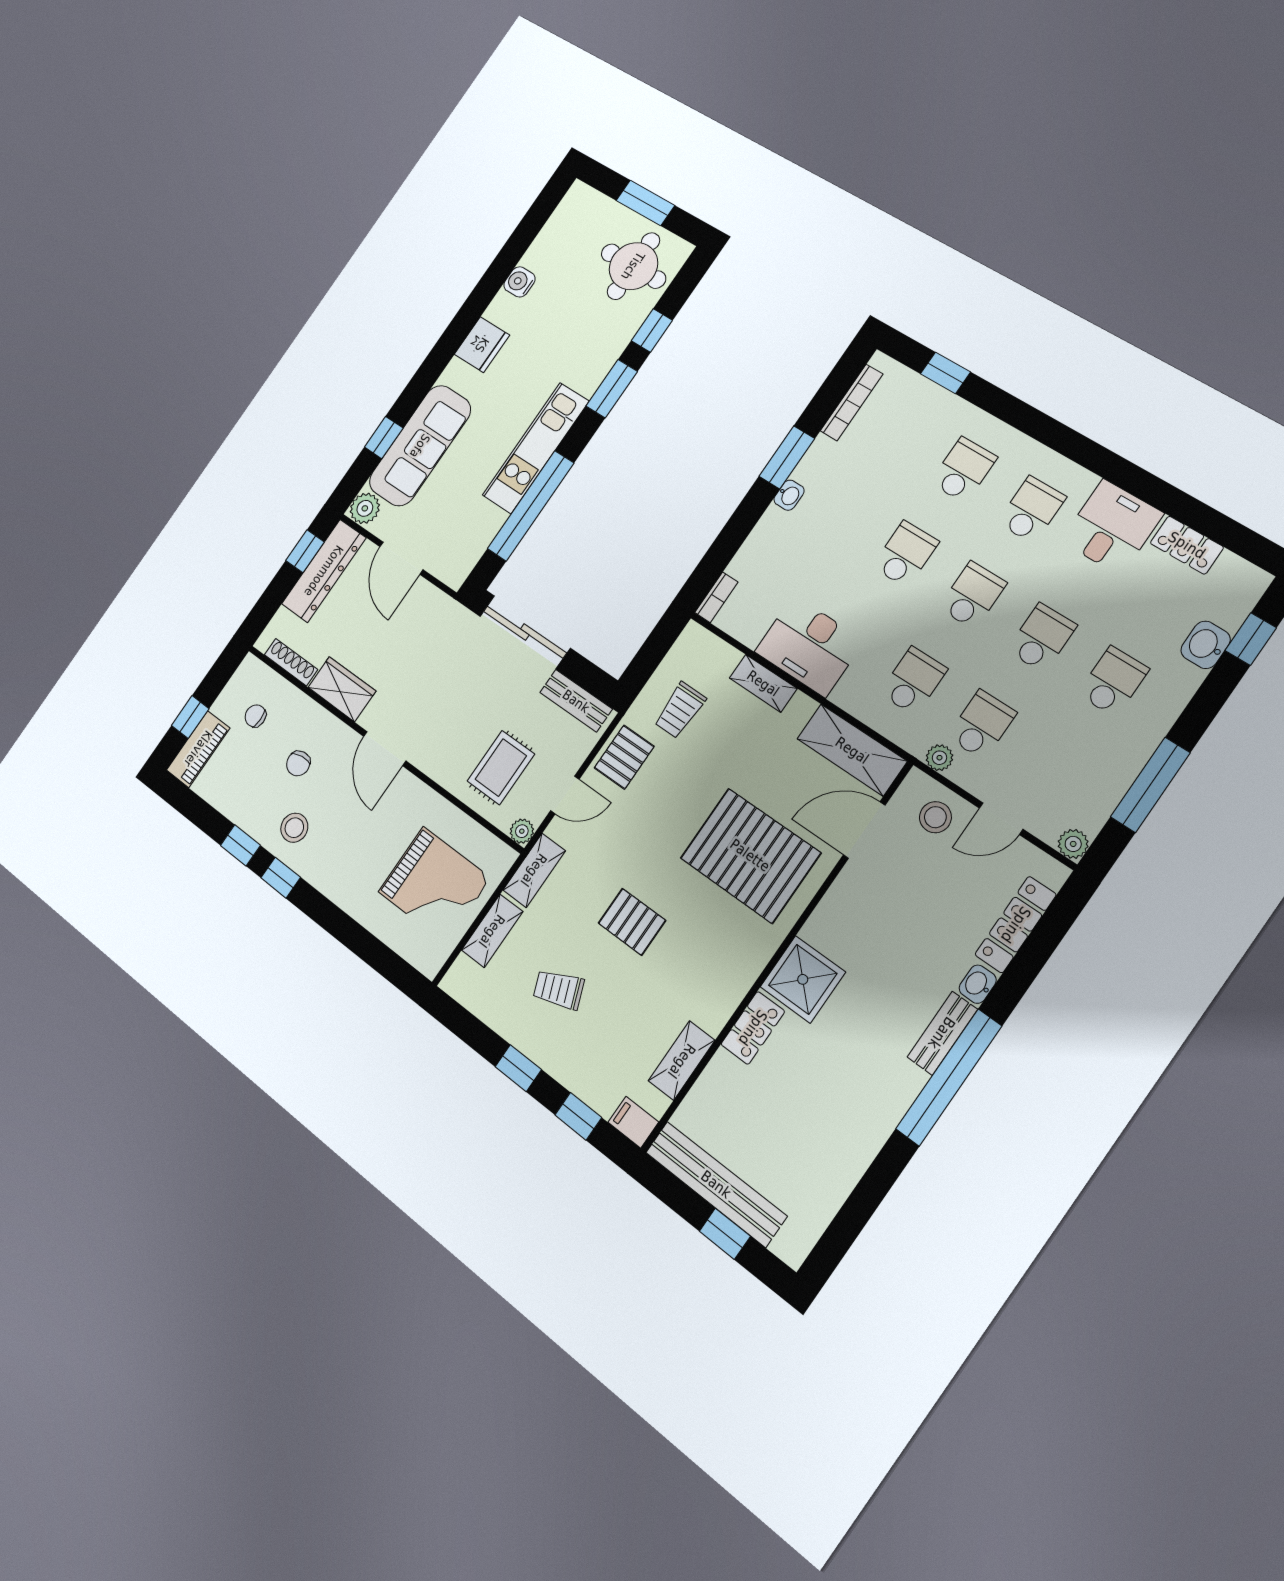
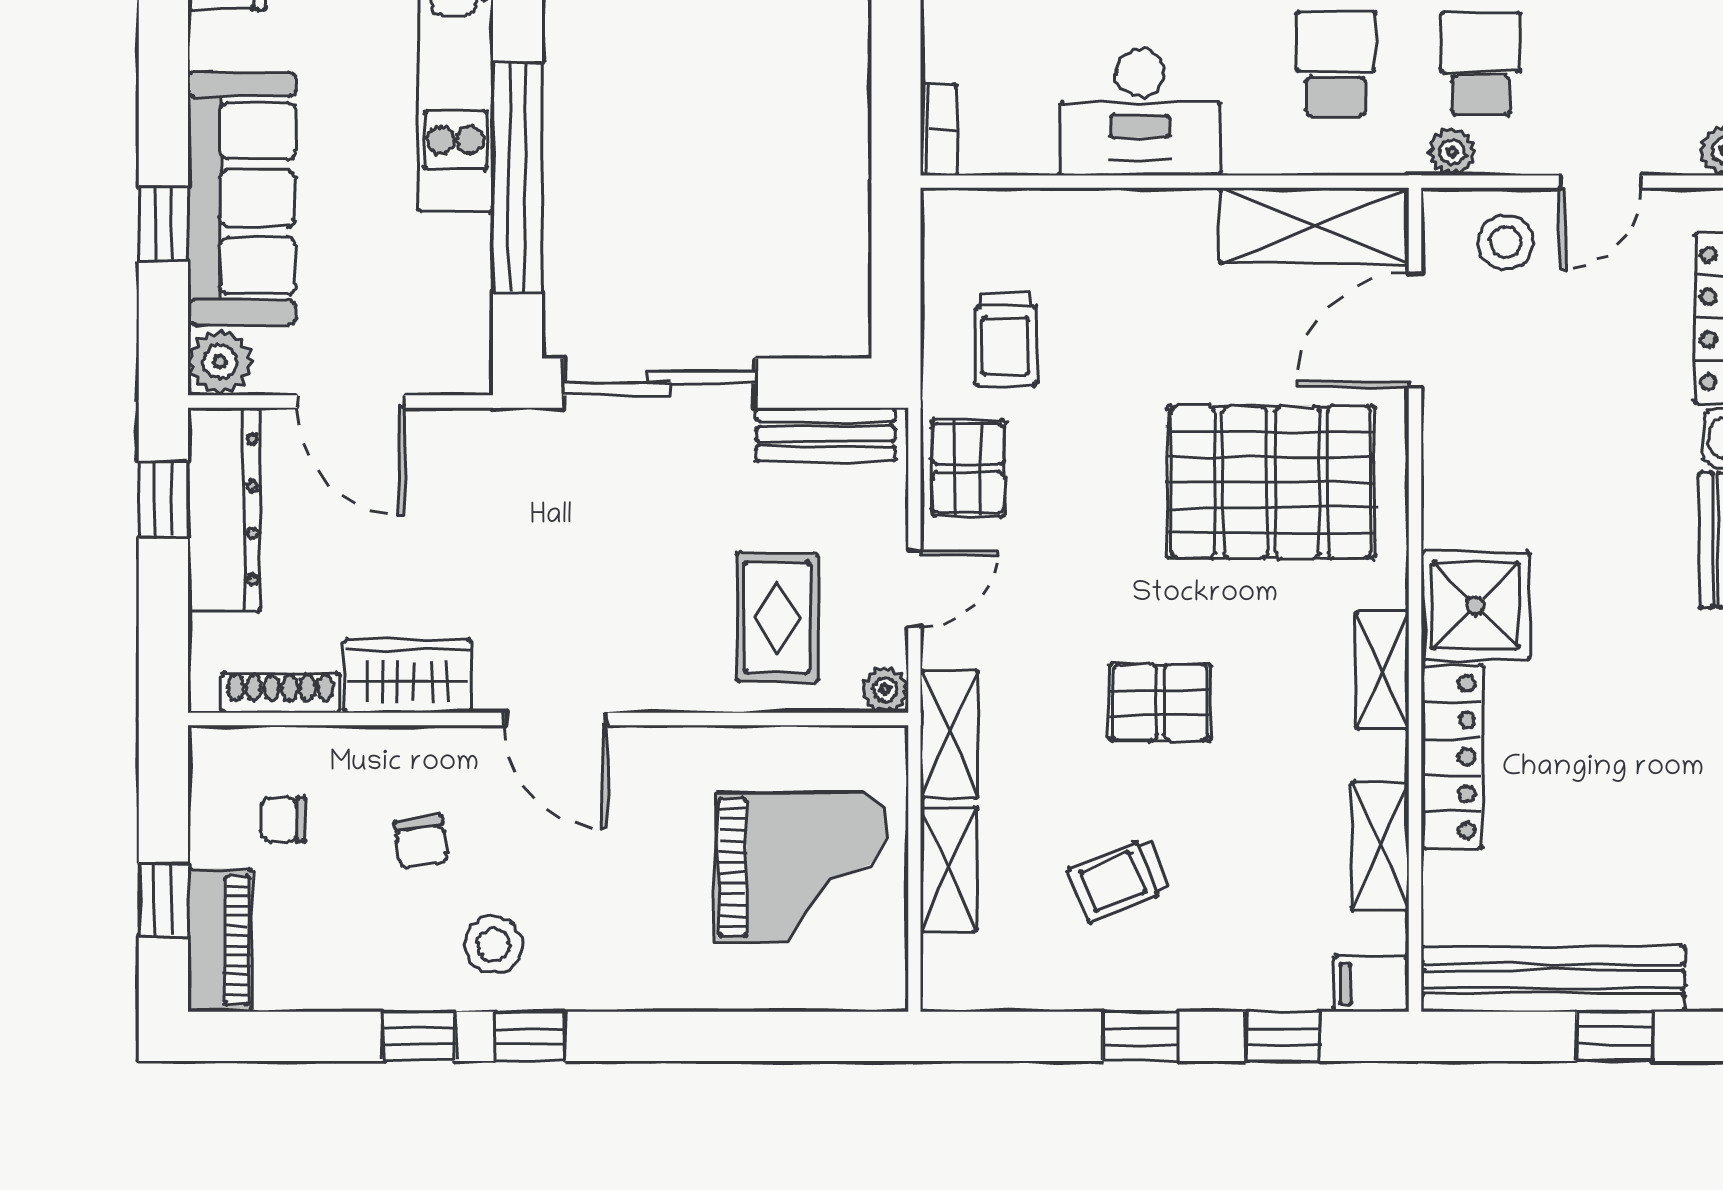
shelving: (763, 683) -> (1382, 670), moved, turned 90
locker: (753, 1028) -> (1452, 757), width x1.53

